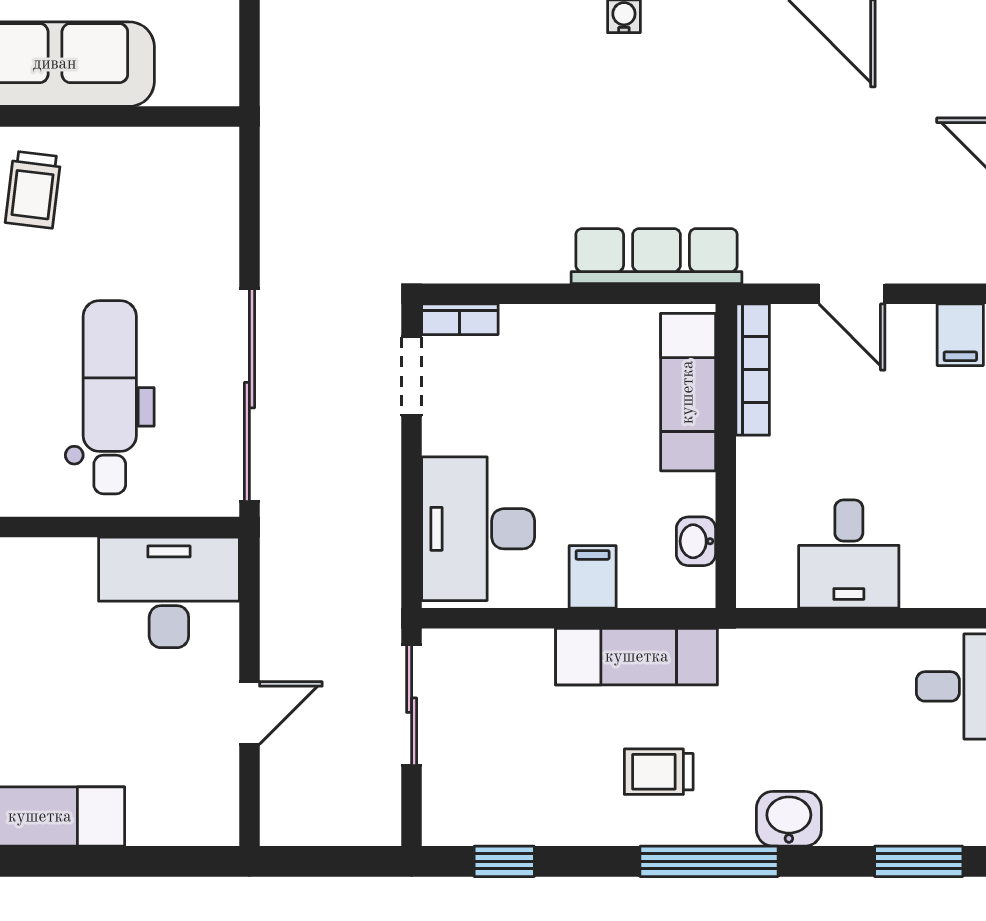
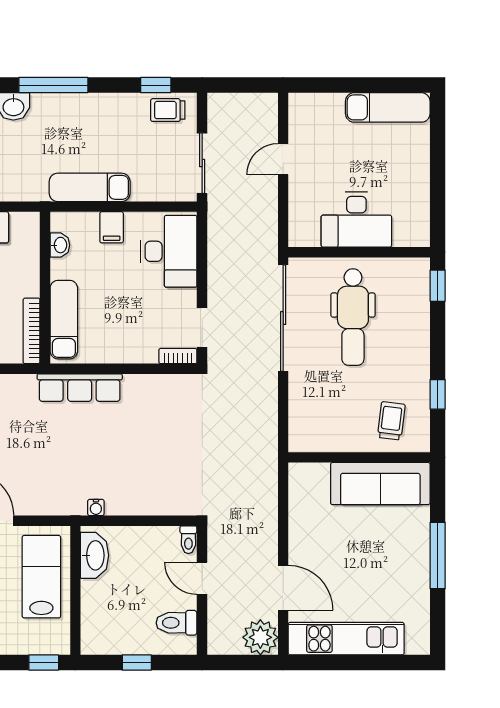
desk: (169, 592) -> (356, 219), moved
trolley: (659, 772) -> (168, 110), moved, turned 180

